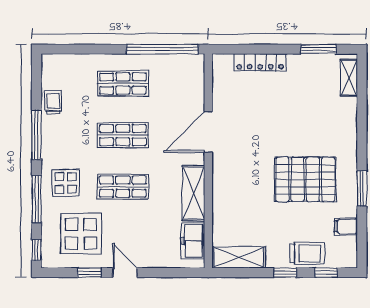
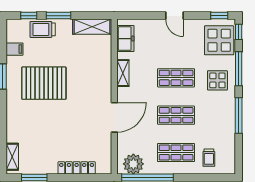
plant: (182, 68) -> (133, 164), added
trolley: (53, 102) -> (209, 158), moved
shelving: (193, 193) -> (123, 73), width x0.67, depth x0.75
display table: (81, 234) -> (219, 40), moved
window: (89, 273) -> (219, 16), moved
window: (285, 273) -> (58, 16), width x1.50

